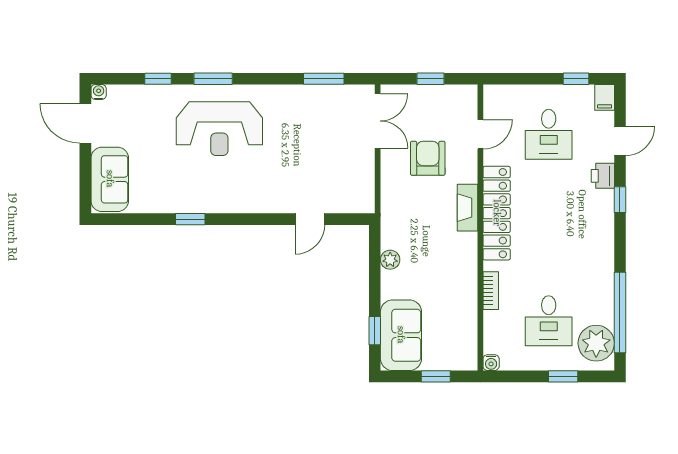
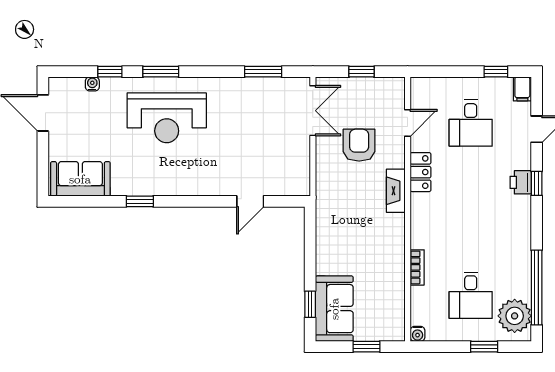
water cooler: (99, 92) -> (92, 84), moved
printer: (603, 176) -> (521, 182), moved
sofa: (110, 179) -> (80, 179), moved, turned -90
locker: (497, 213) -> (420, 172), width x0.46, depth x0.83
plant: (390, 260) -> (324, 239), removed

